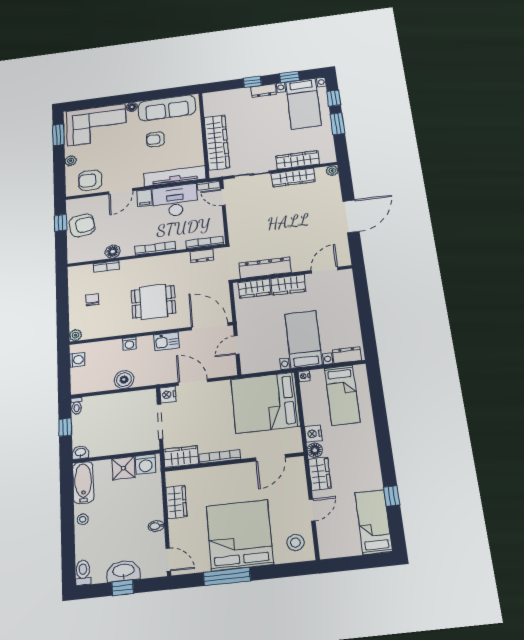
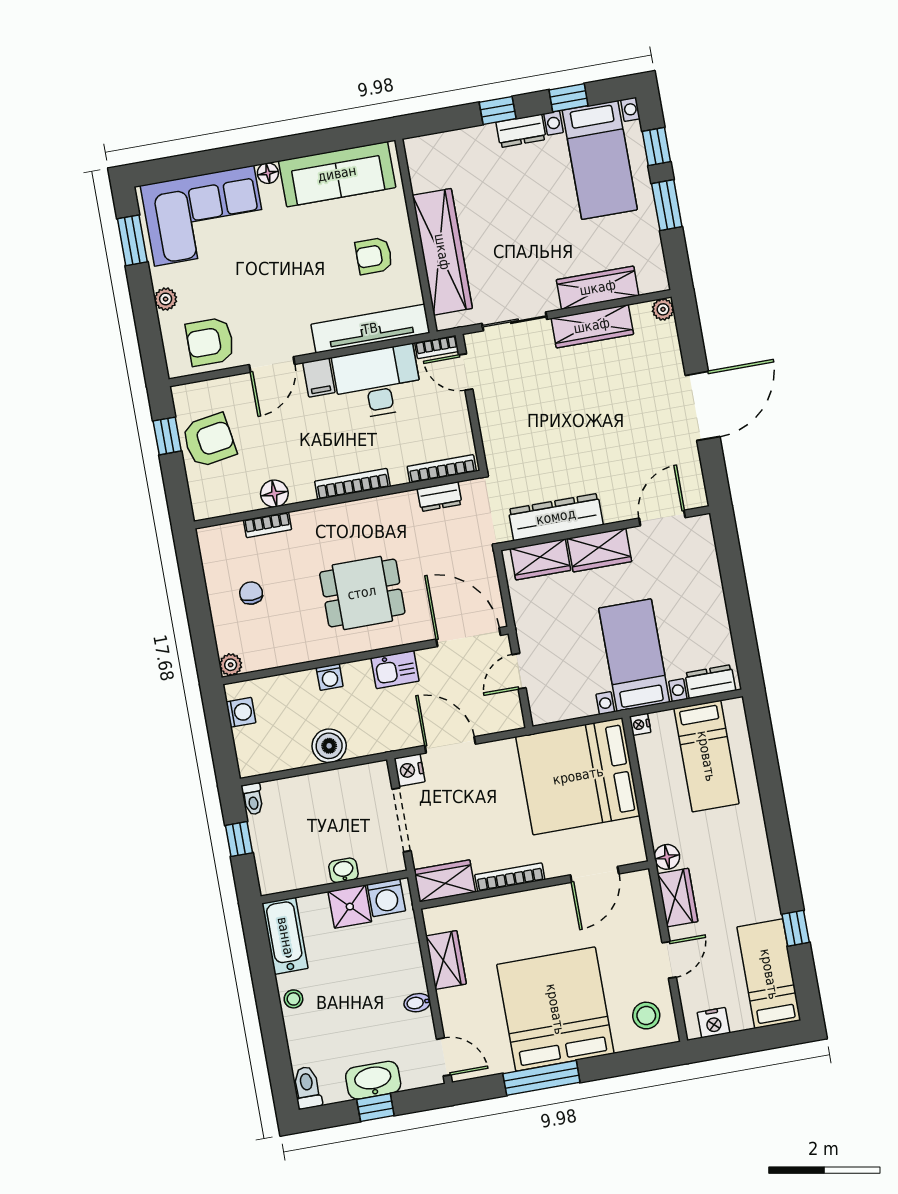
armchair: (155, 139) -> (374, 256), moved
nightstand: (313, 434) -> (714, 1023), moved, turned -90
washbasin: (80, 452) -> (343, 870), moved

